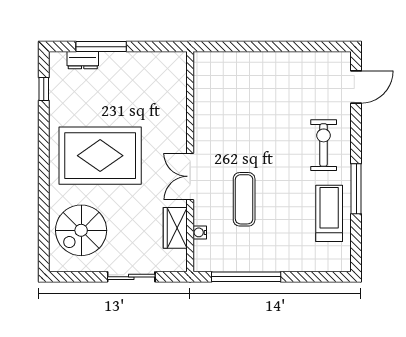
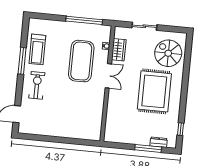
exercise bike: (324, 145) -> (37, 85), turned 180
rug: (100, 156) -> (154, 91), turned 90
exercise mat: (244, 199) -> (81, 61), width x2.00, depth x1.45
spiral stairs: (81, 230) -> (168, 53), turned -90

